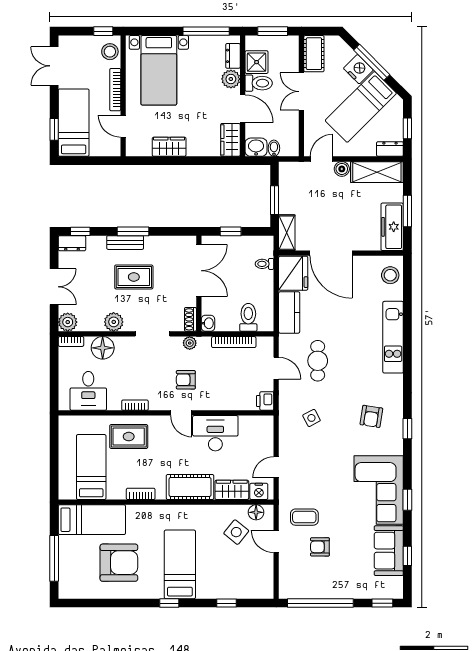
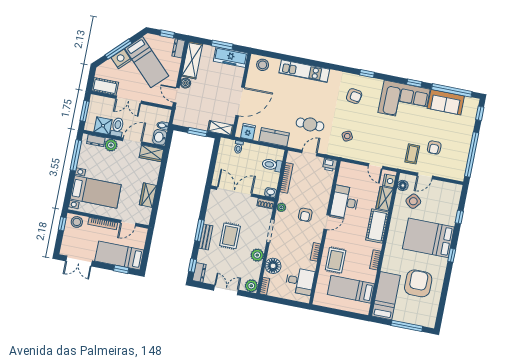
window: (231, 231) -> (212, 165), removed
fridge: (293, 273) -> (248, 132), width x0.53, depth x0.75
window: (407, 556) -> (452, 90), width x3.17
bed: (180, 564) -> (428, 238), width x1.50

